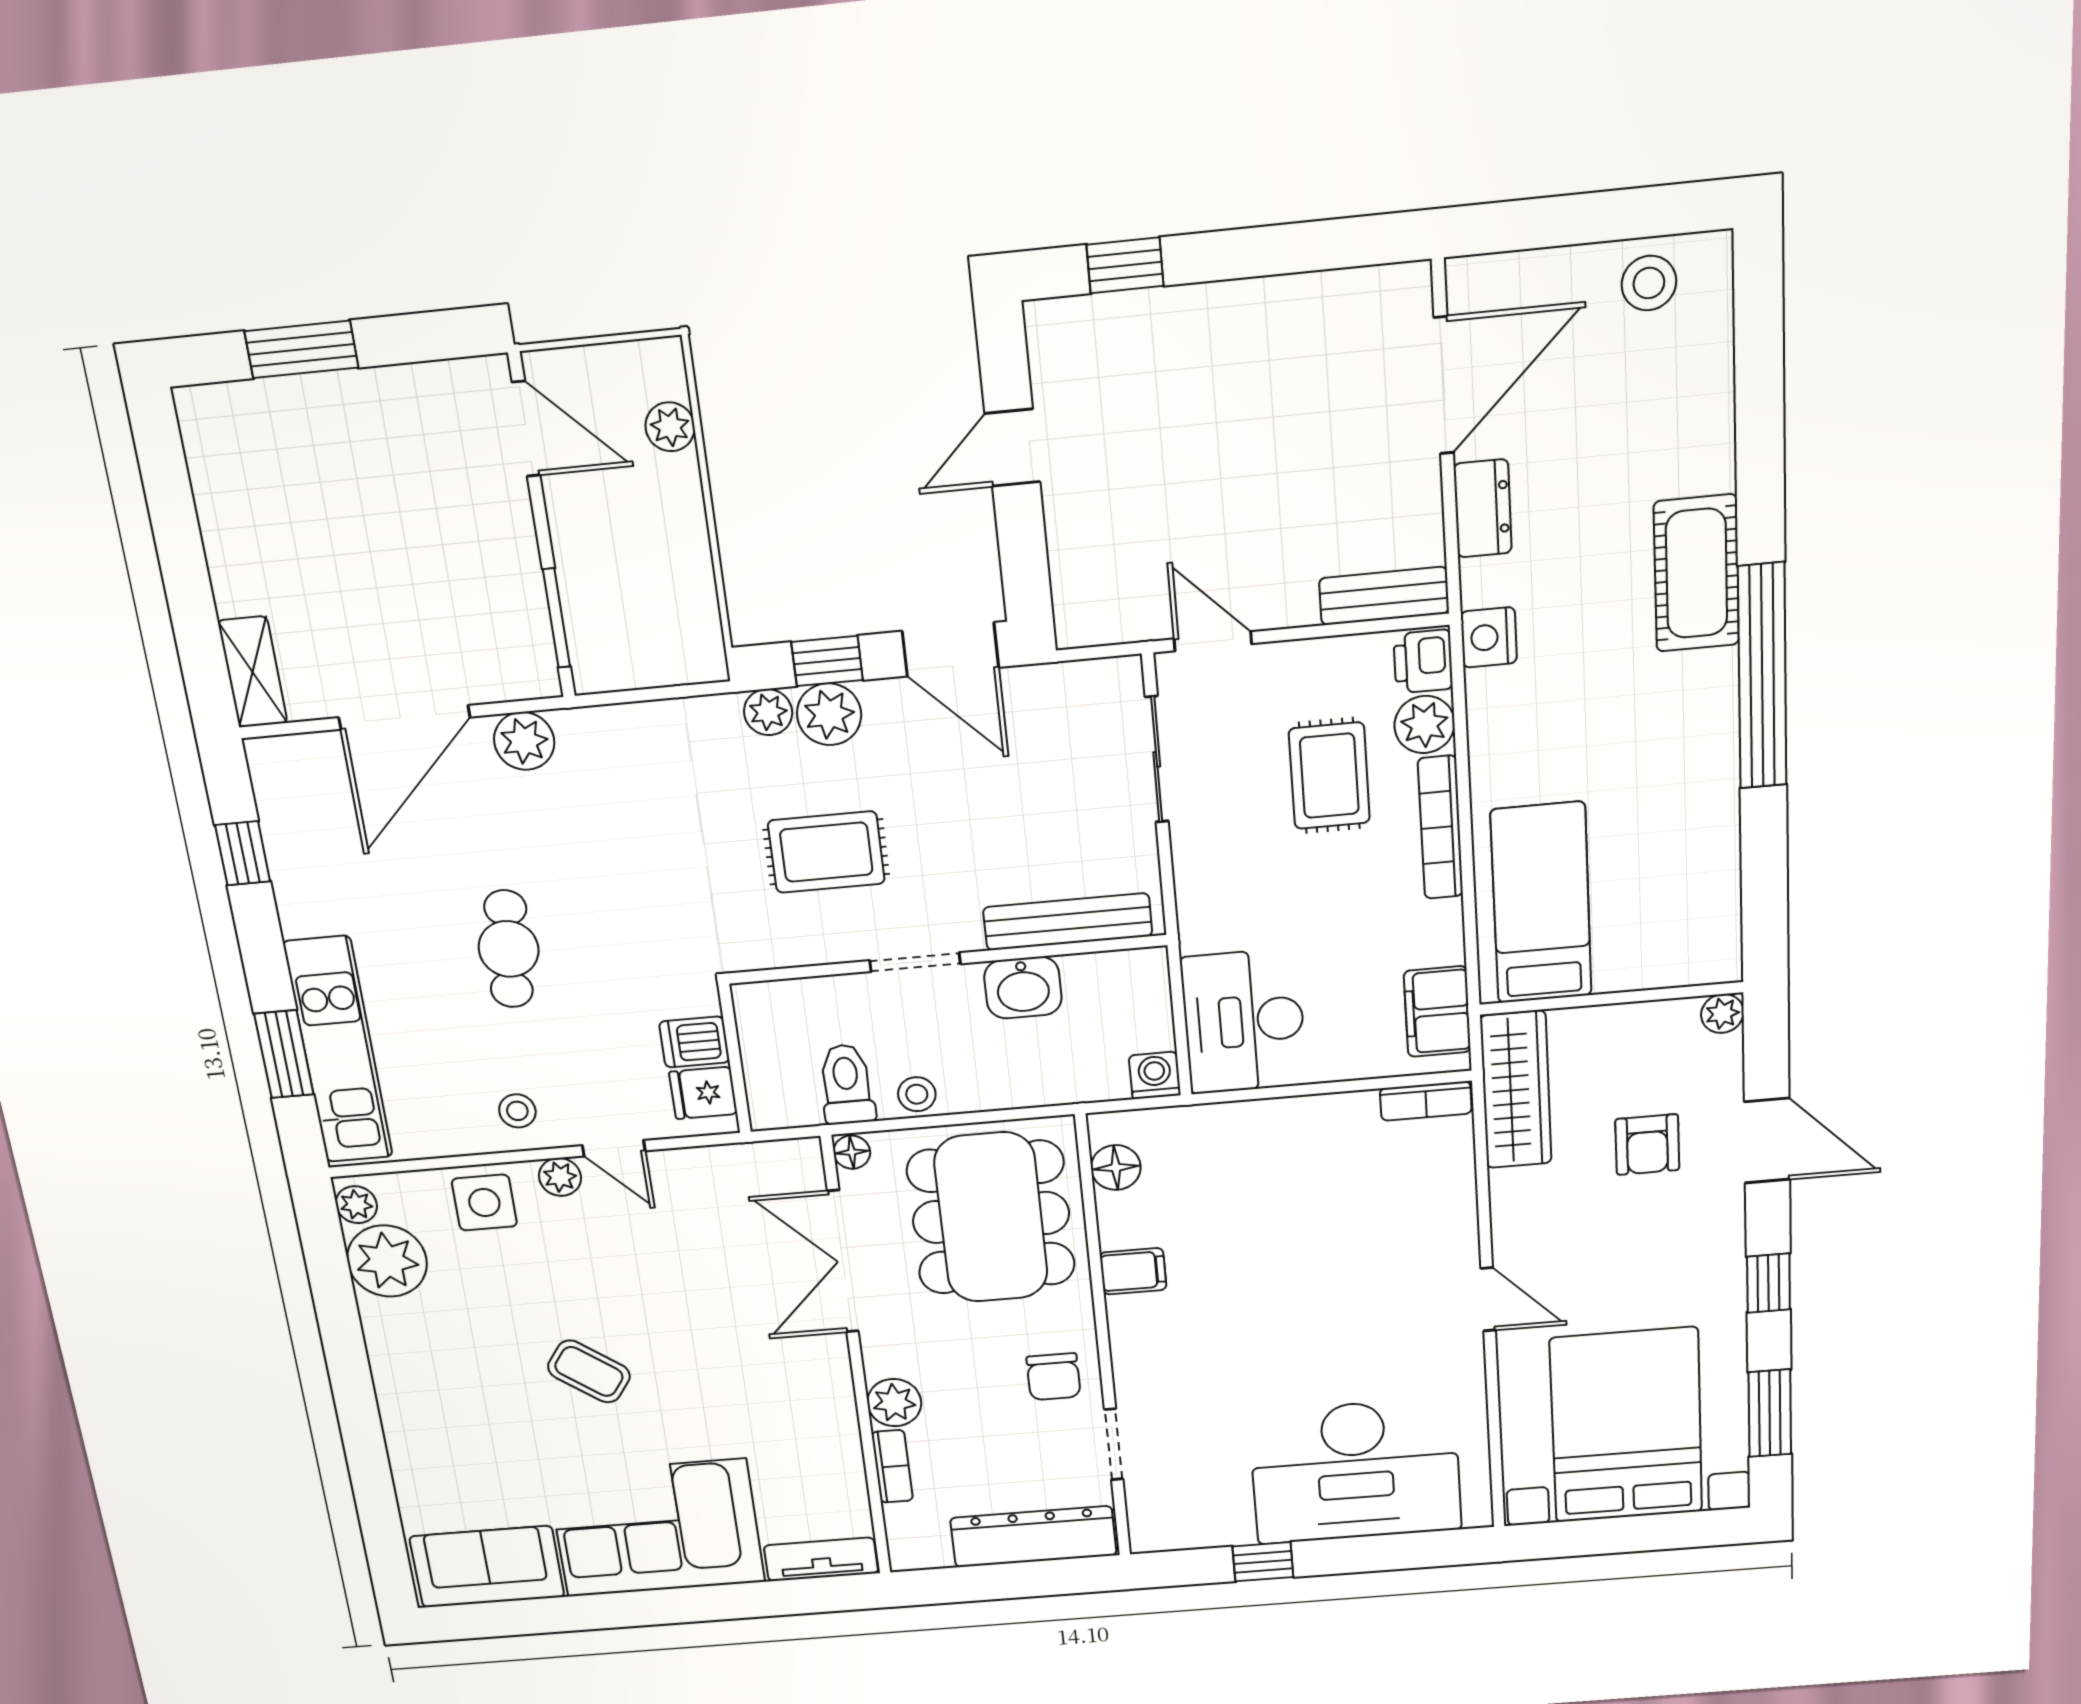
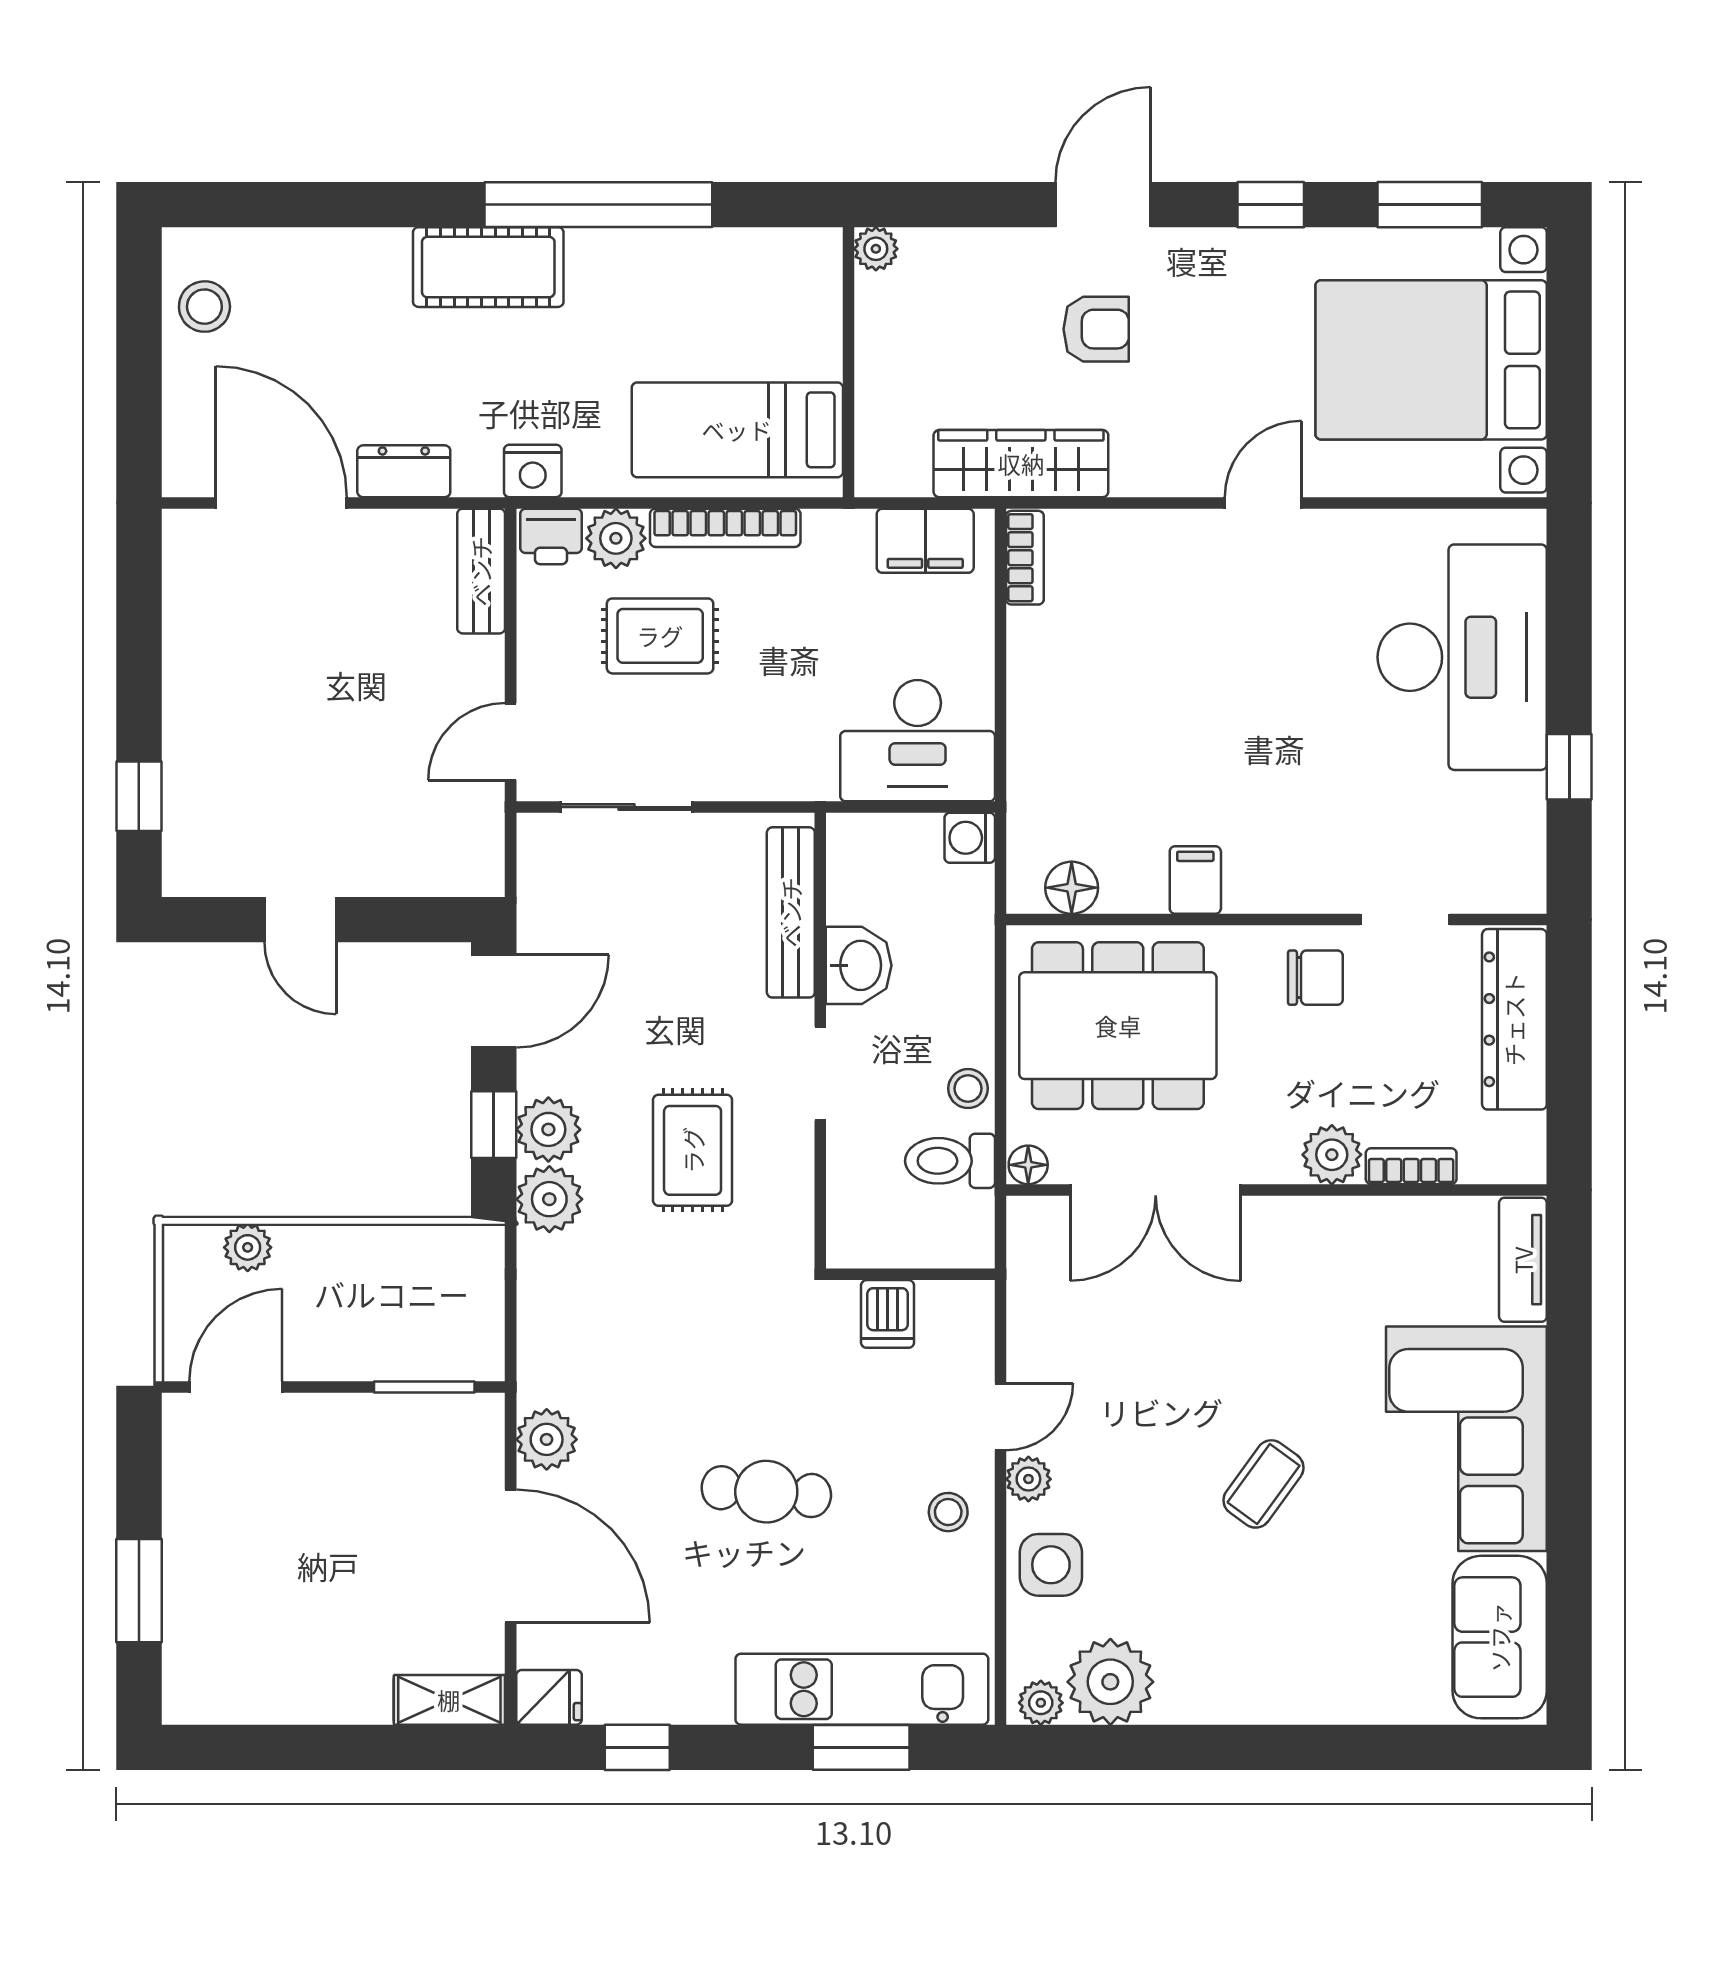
plant: (768, 712) -> (549, 1199), width x1.38, depth x1.38
bed: (1541, 903) -> (737, 430), moved
wall: (1611, 998) -> (848, 362), moved
plant: (1722, 1013) -> (876, 249), moved
fridge: (703, 1093) -> (549, 1697), moved, turned -90

